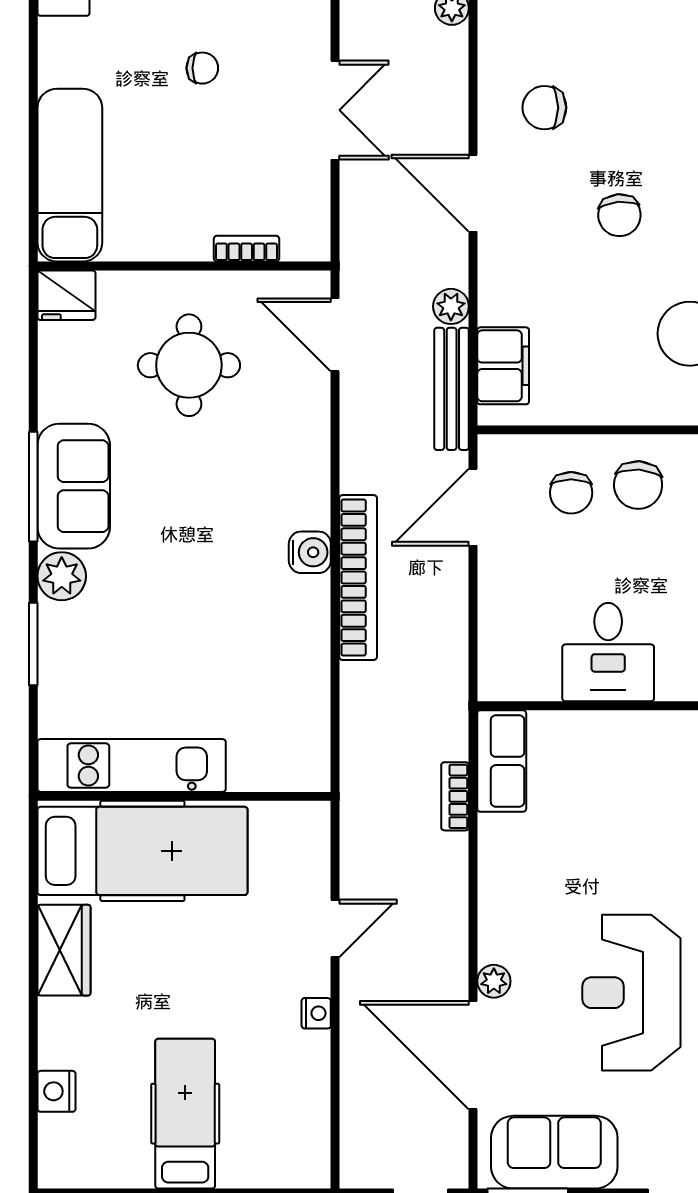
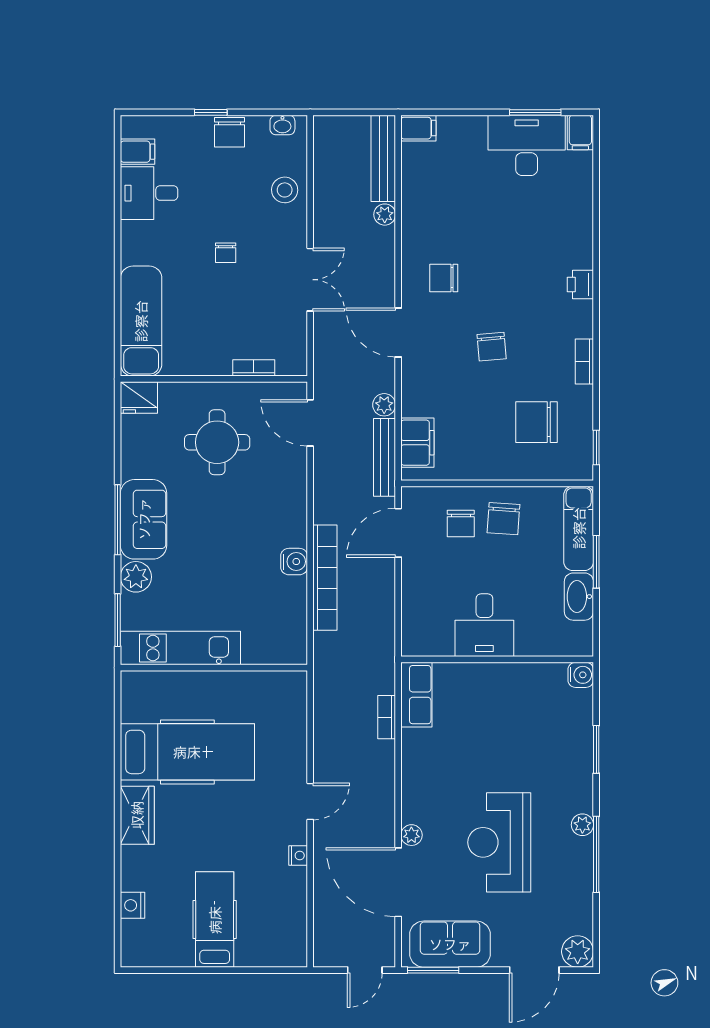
chair: (202, 68) -> (226, 253), turned 90
kitchen unit: (132, 765) -> (180, 648), moved
wall: (184, 796) -> (214, 668), moved

